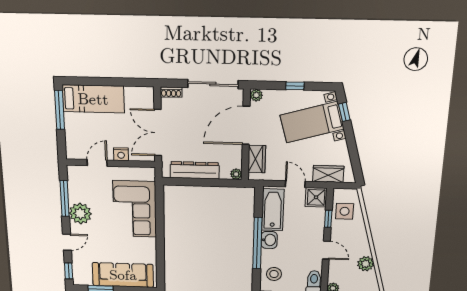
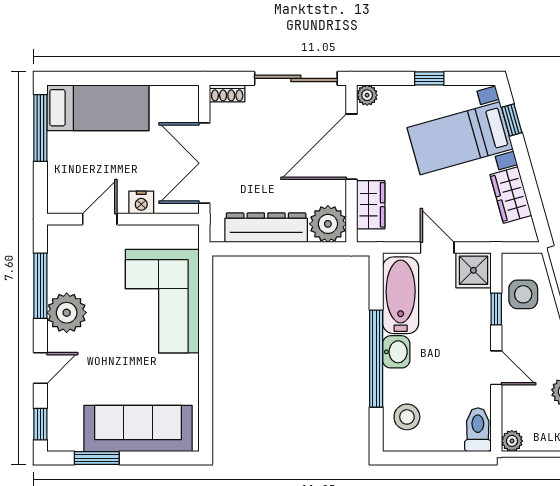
plant: (236, 174) -> (328, 224), width x1.88, depth x1.88
wardrobe: (328, 174) -> (511, 195), moved, turned -106

